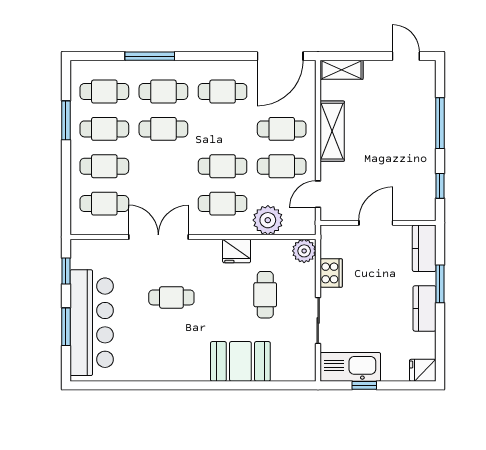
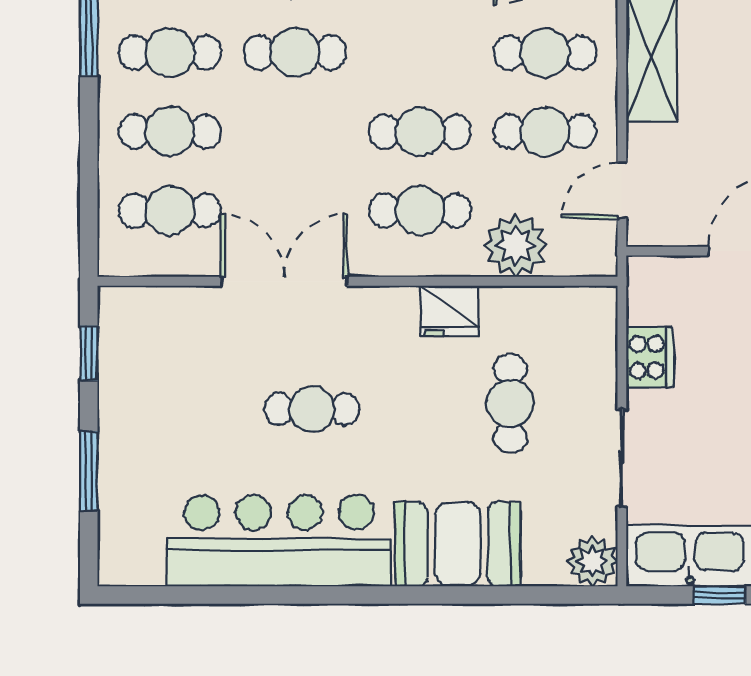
plant: (304, 251) -> (592, 561), moved
bar counter: (92, 323) -> (279, 541), moved, turned -90

